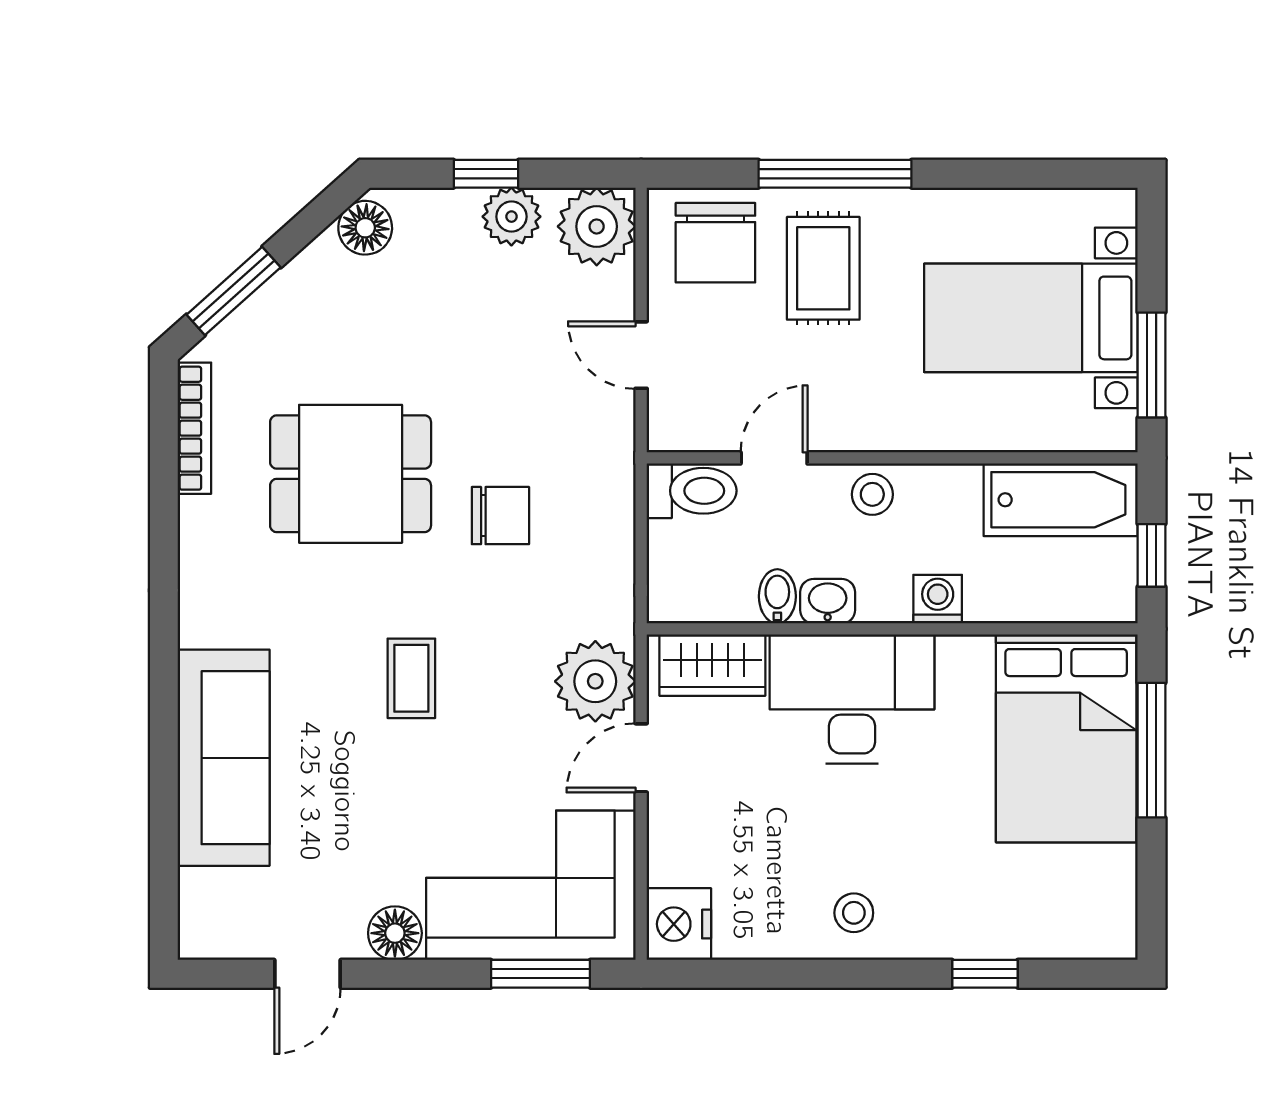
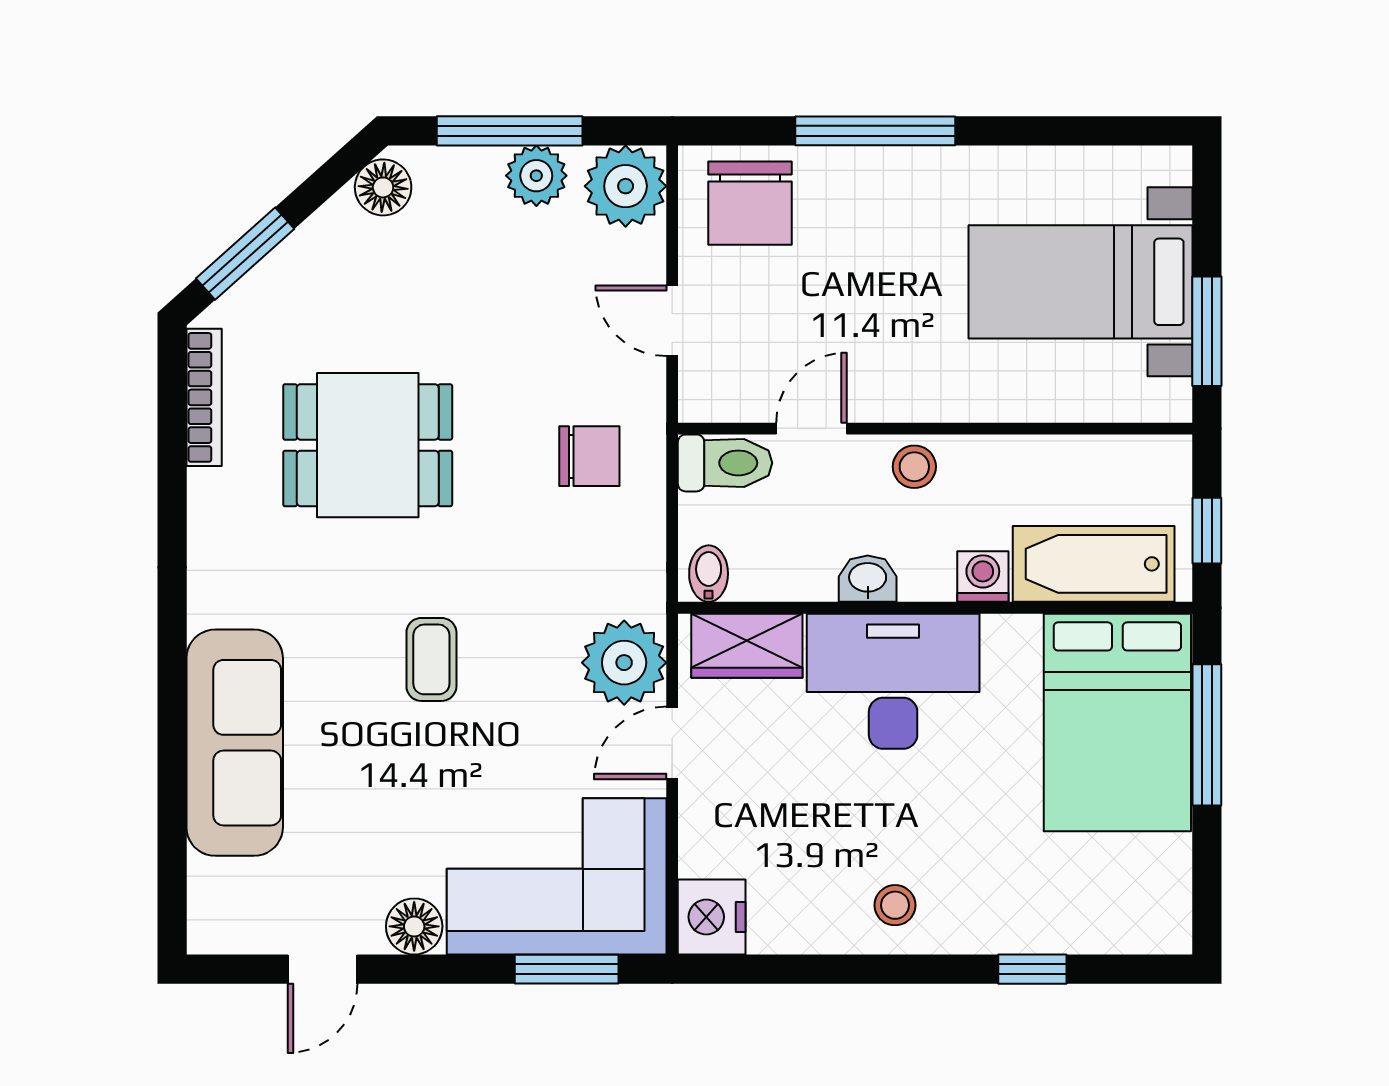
window: (486, 174) -> (510, 131), width x2.17
rug: (823, 268) -> (863, 230), removed
bathtub: (1061, 500) -> (1094, 564), moved, turned 180
chair: (500, 516) -> (589, 456), moved
bidet: (777, 596) -> (709, 574), moved

